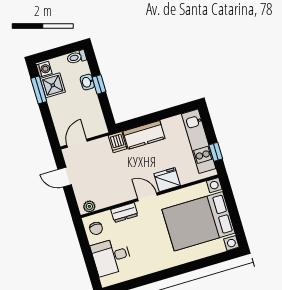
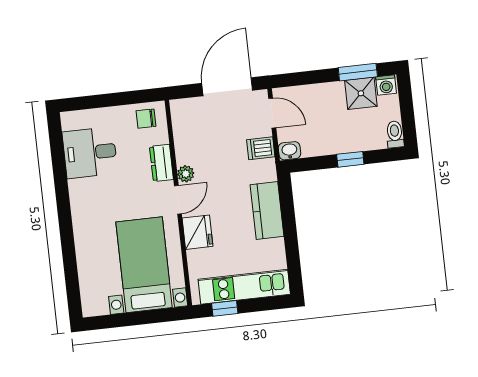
washbasin: (87, 82) -> (289, 151), moved
dishwasher: (118, 142) -> (261, 148), moved
door: (65, 177) -> (227, 87), width x1.88
plant: (89, 206) -> (186, 174), moved
bed with nightstands: (199, 221) -> (144, 265), width x0.73
desk: (111, 257) -> (90, 153), moved, turned -90

